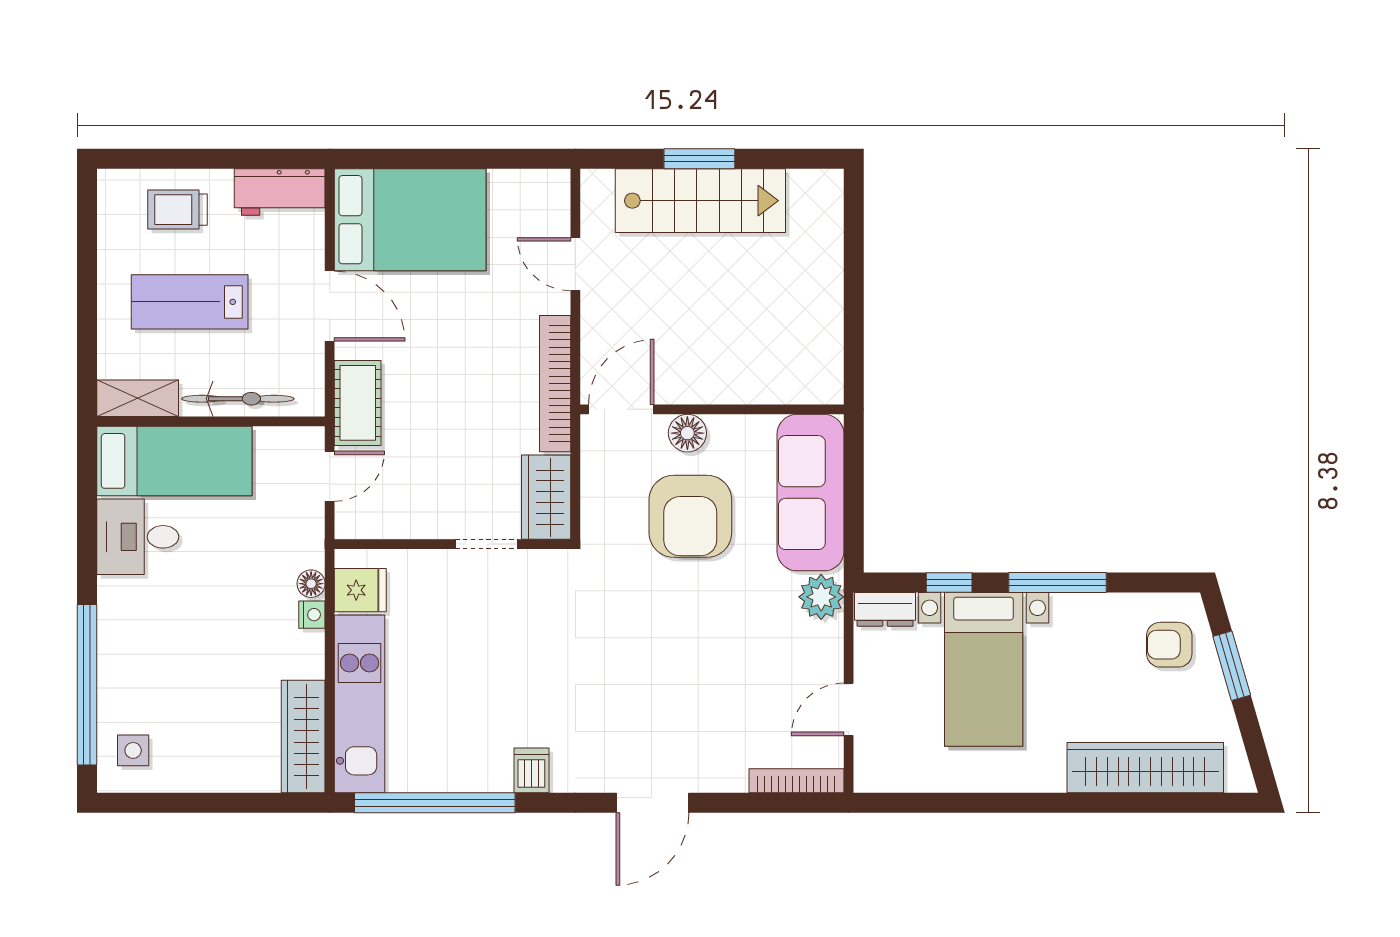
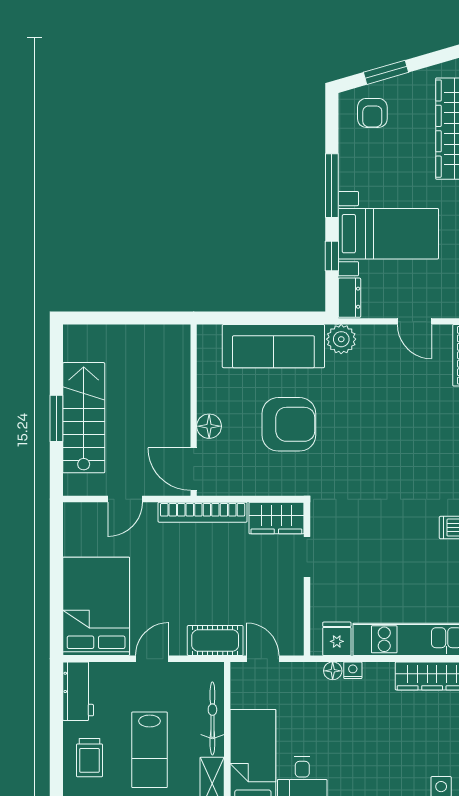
door: (330, 306) -> (152, 659), width x0.73
door: (621, 409) -> (194, 469), moved
wall: (712, 409) -> (194, 410), moved
floor lamp: (687, 433) -> (209, 426), moved

